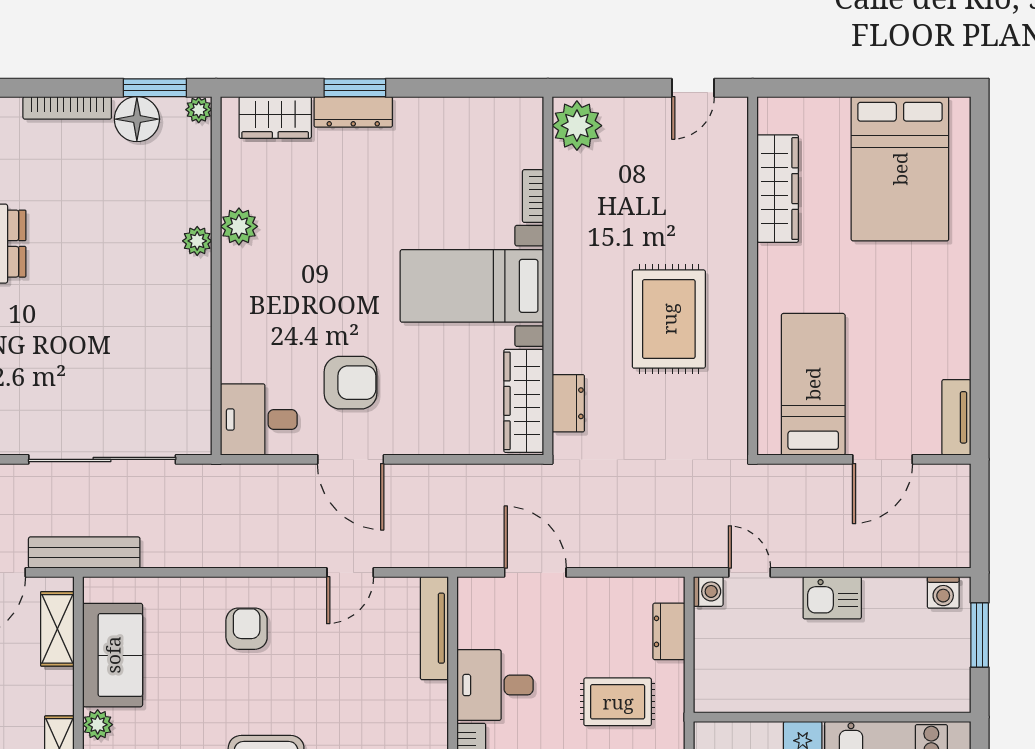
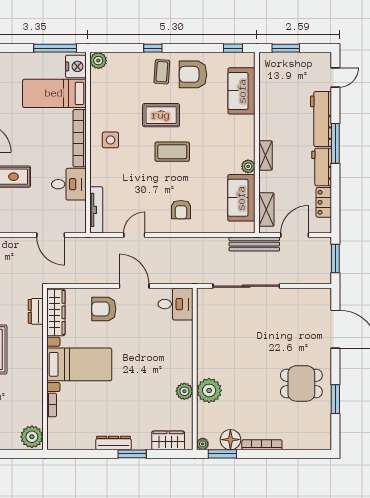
dresser: (353, 112) -> (114, 443), moved
plant: (197, 241) -> (209, 390), width x1.87, depth x1.87
armchair: (351, 383) -> (104, 309), moved

